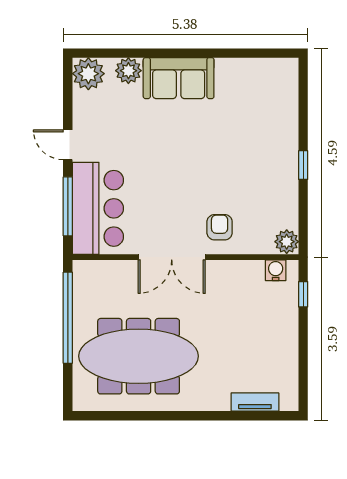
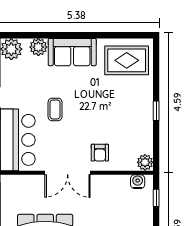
rug: (259, 90) -> (127, 60), added
coffee table: (153, 163) -> (55, 109), added
armchair: (220, 227) -> (100, 153), turned 180

